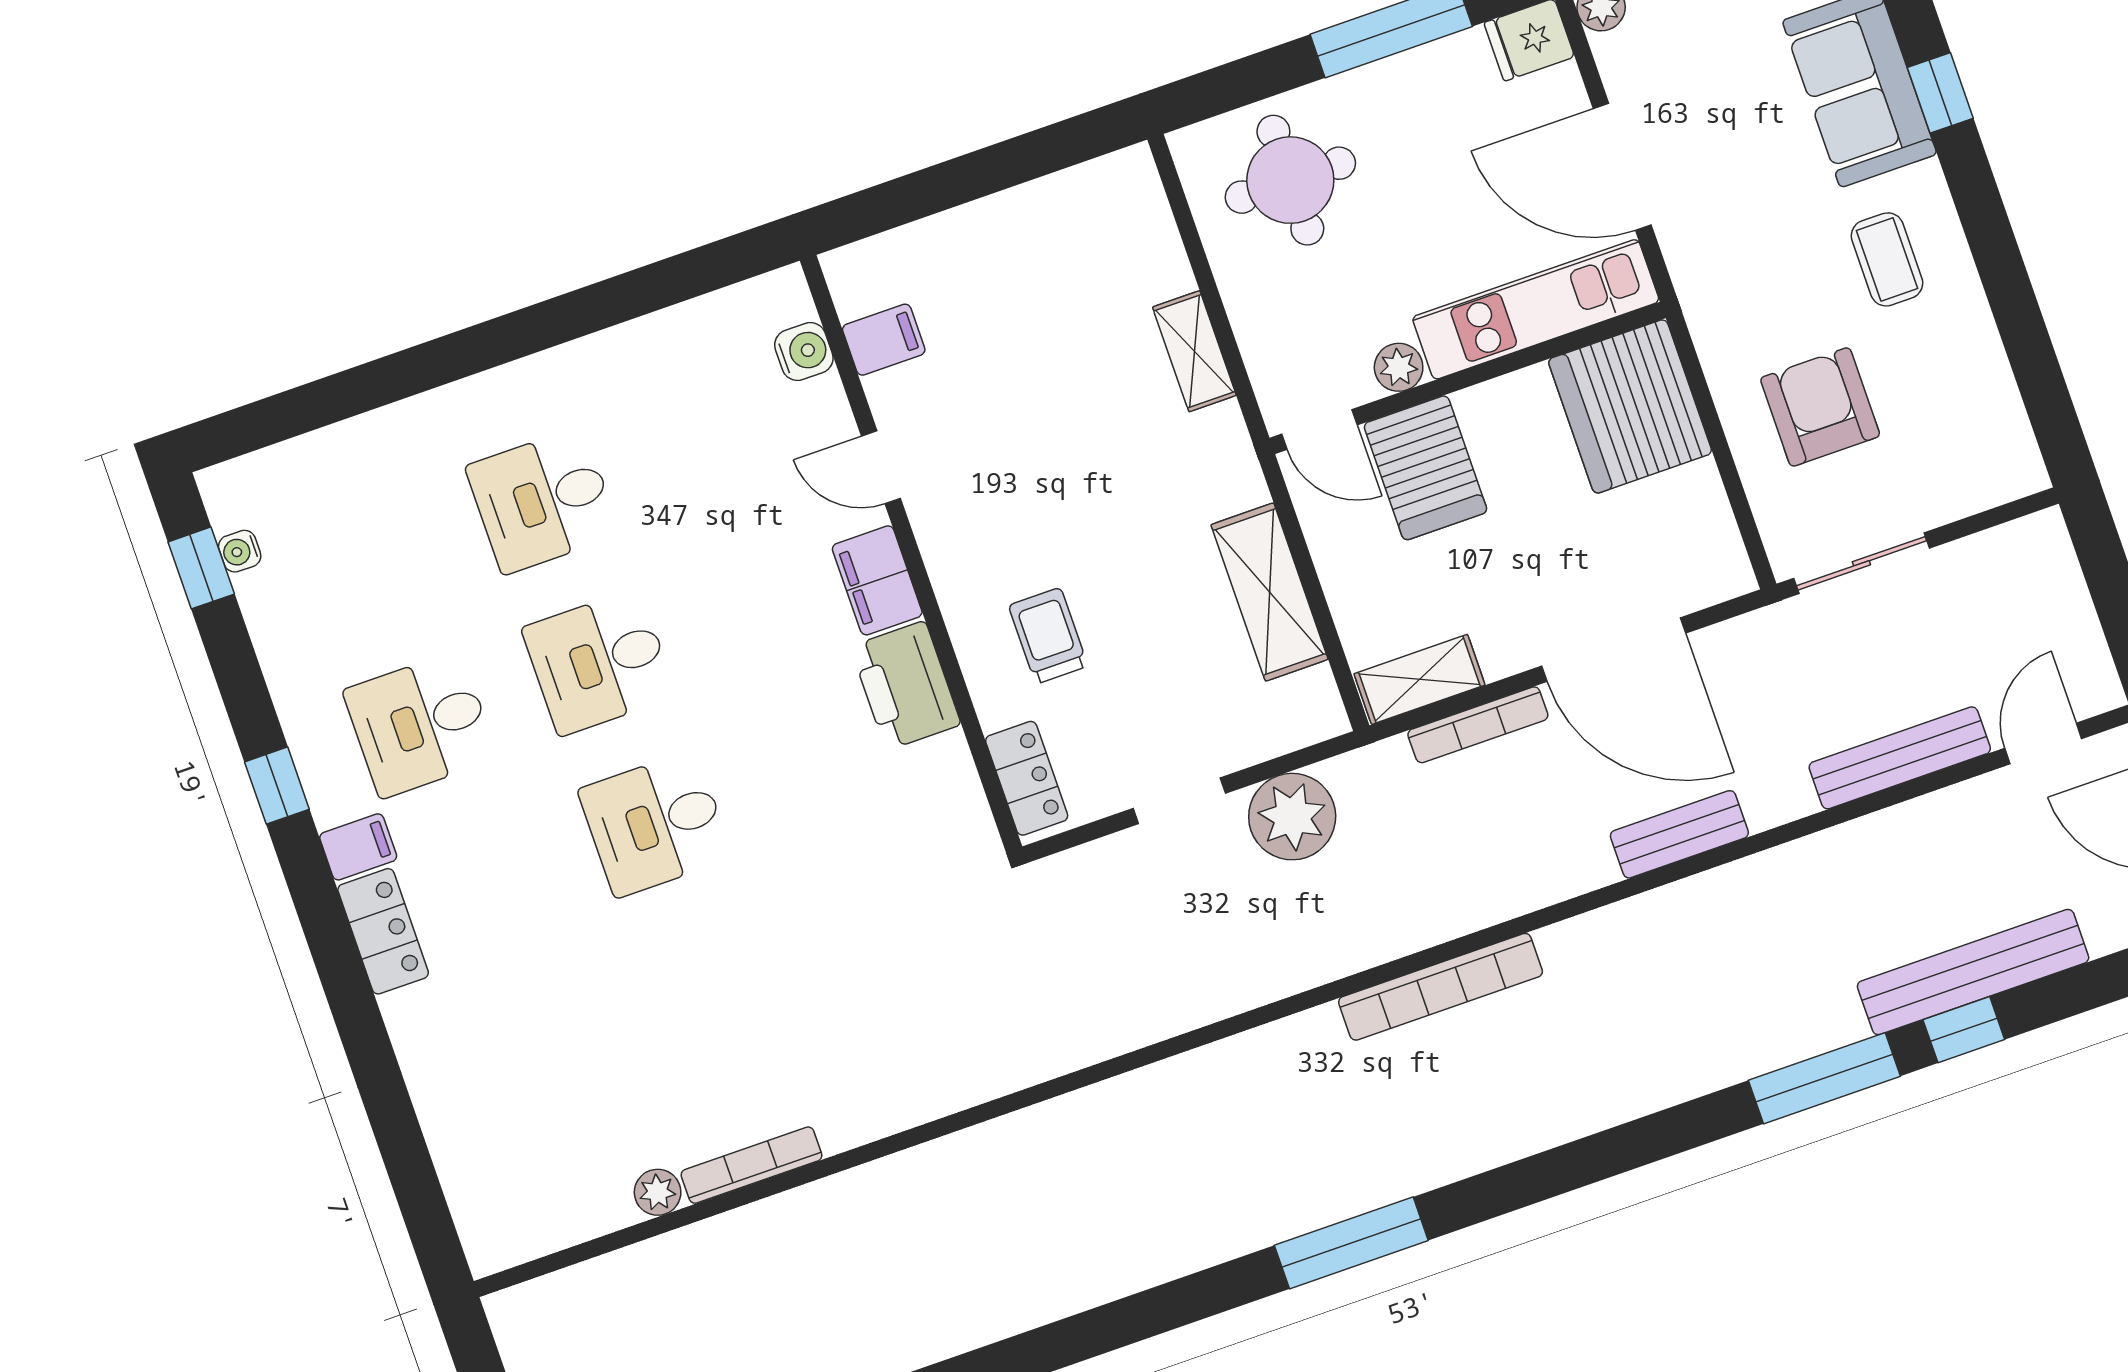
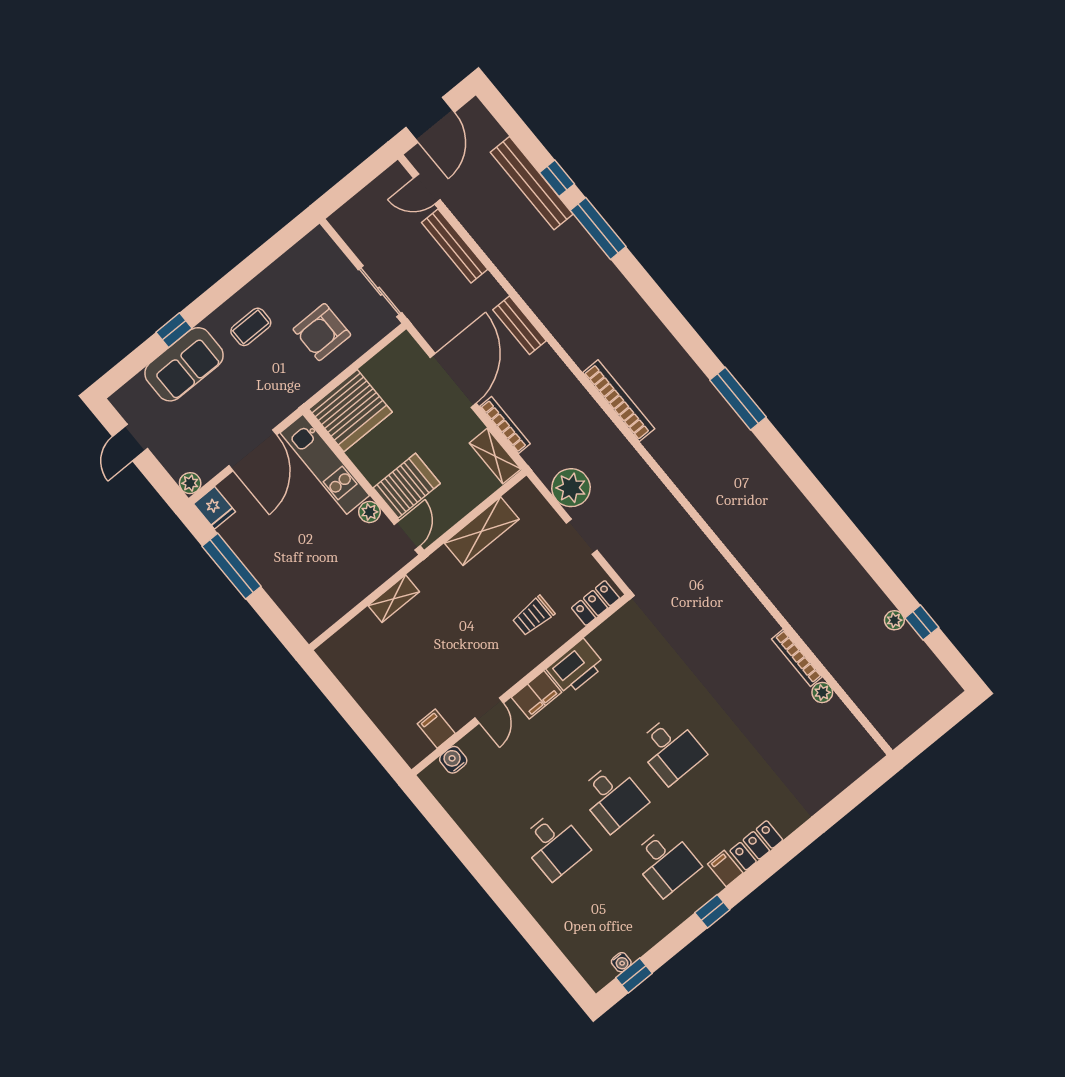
round table: (1290, 180) -> (309, 585), removed

